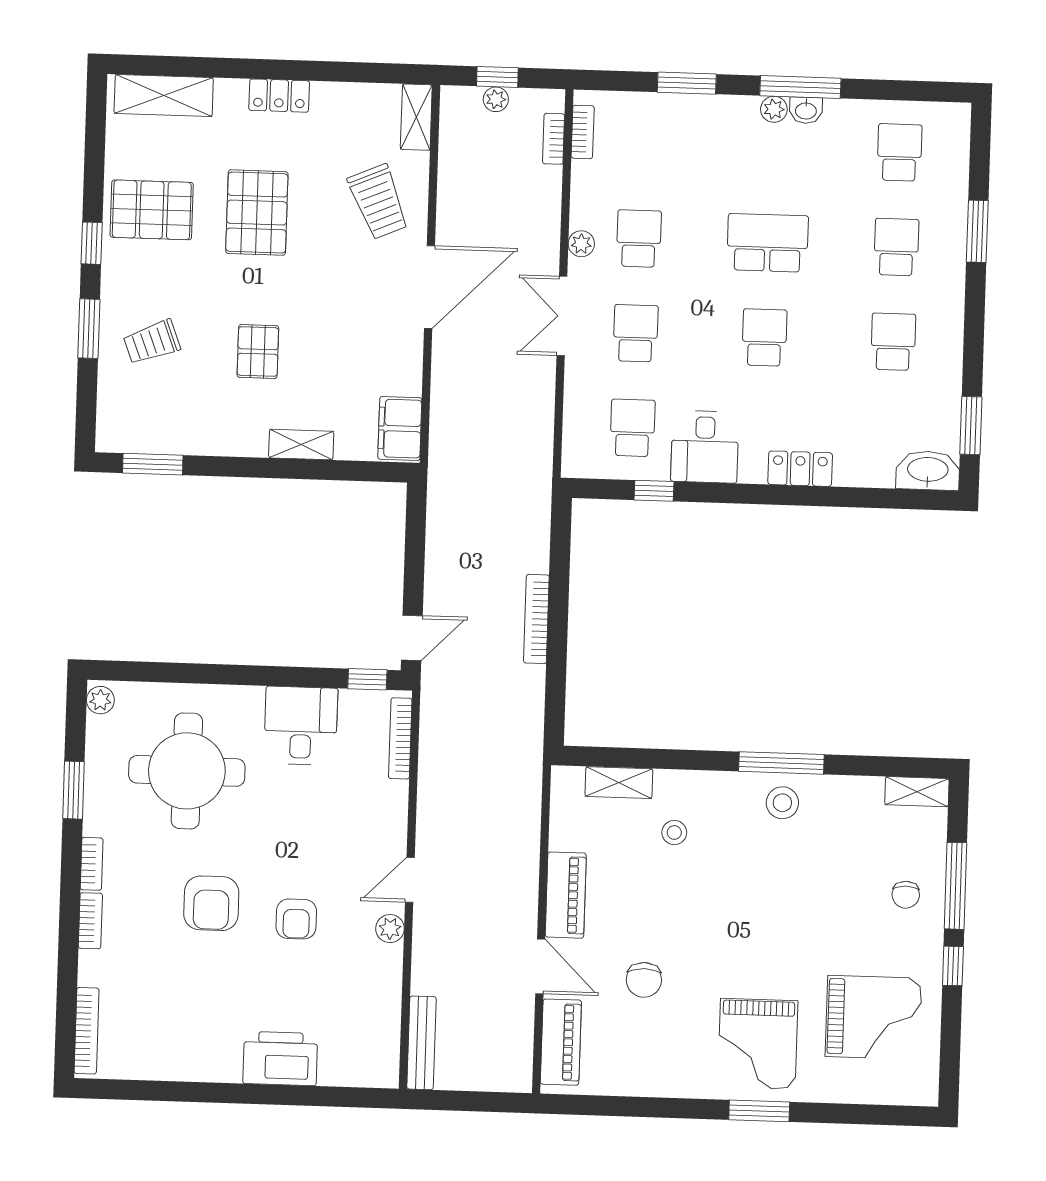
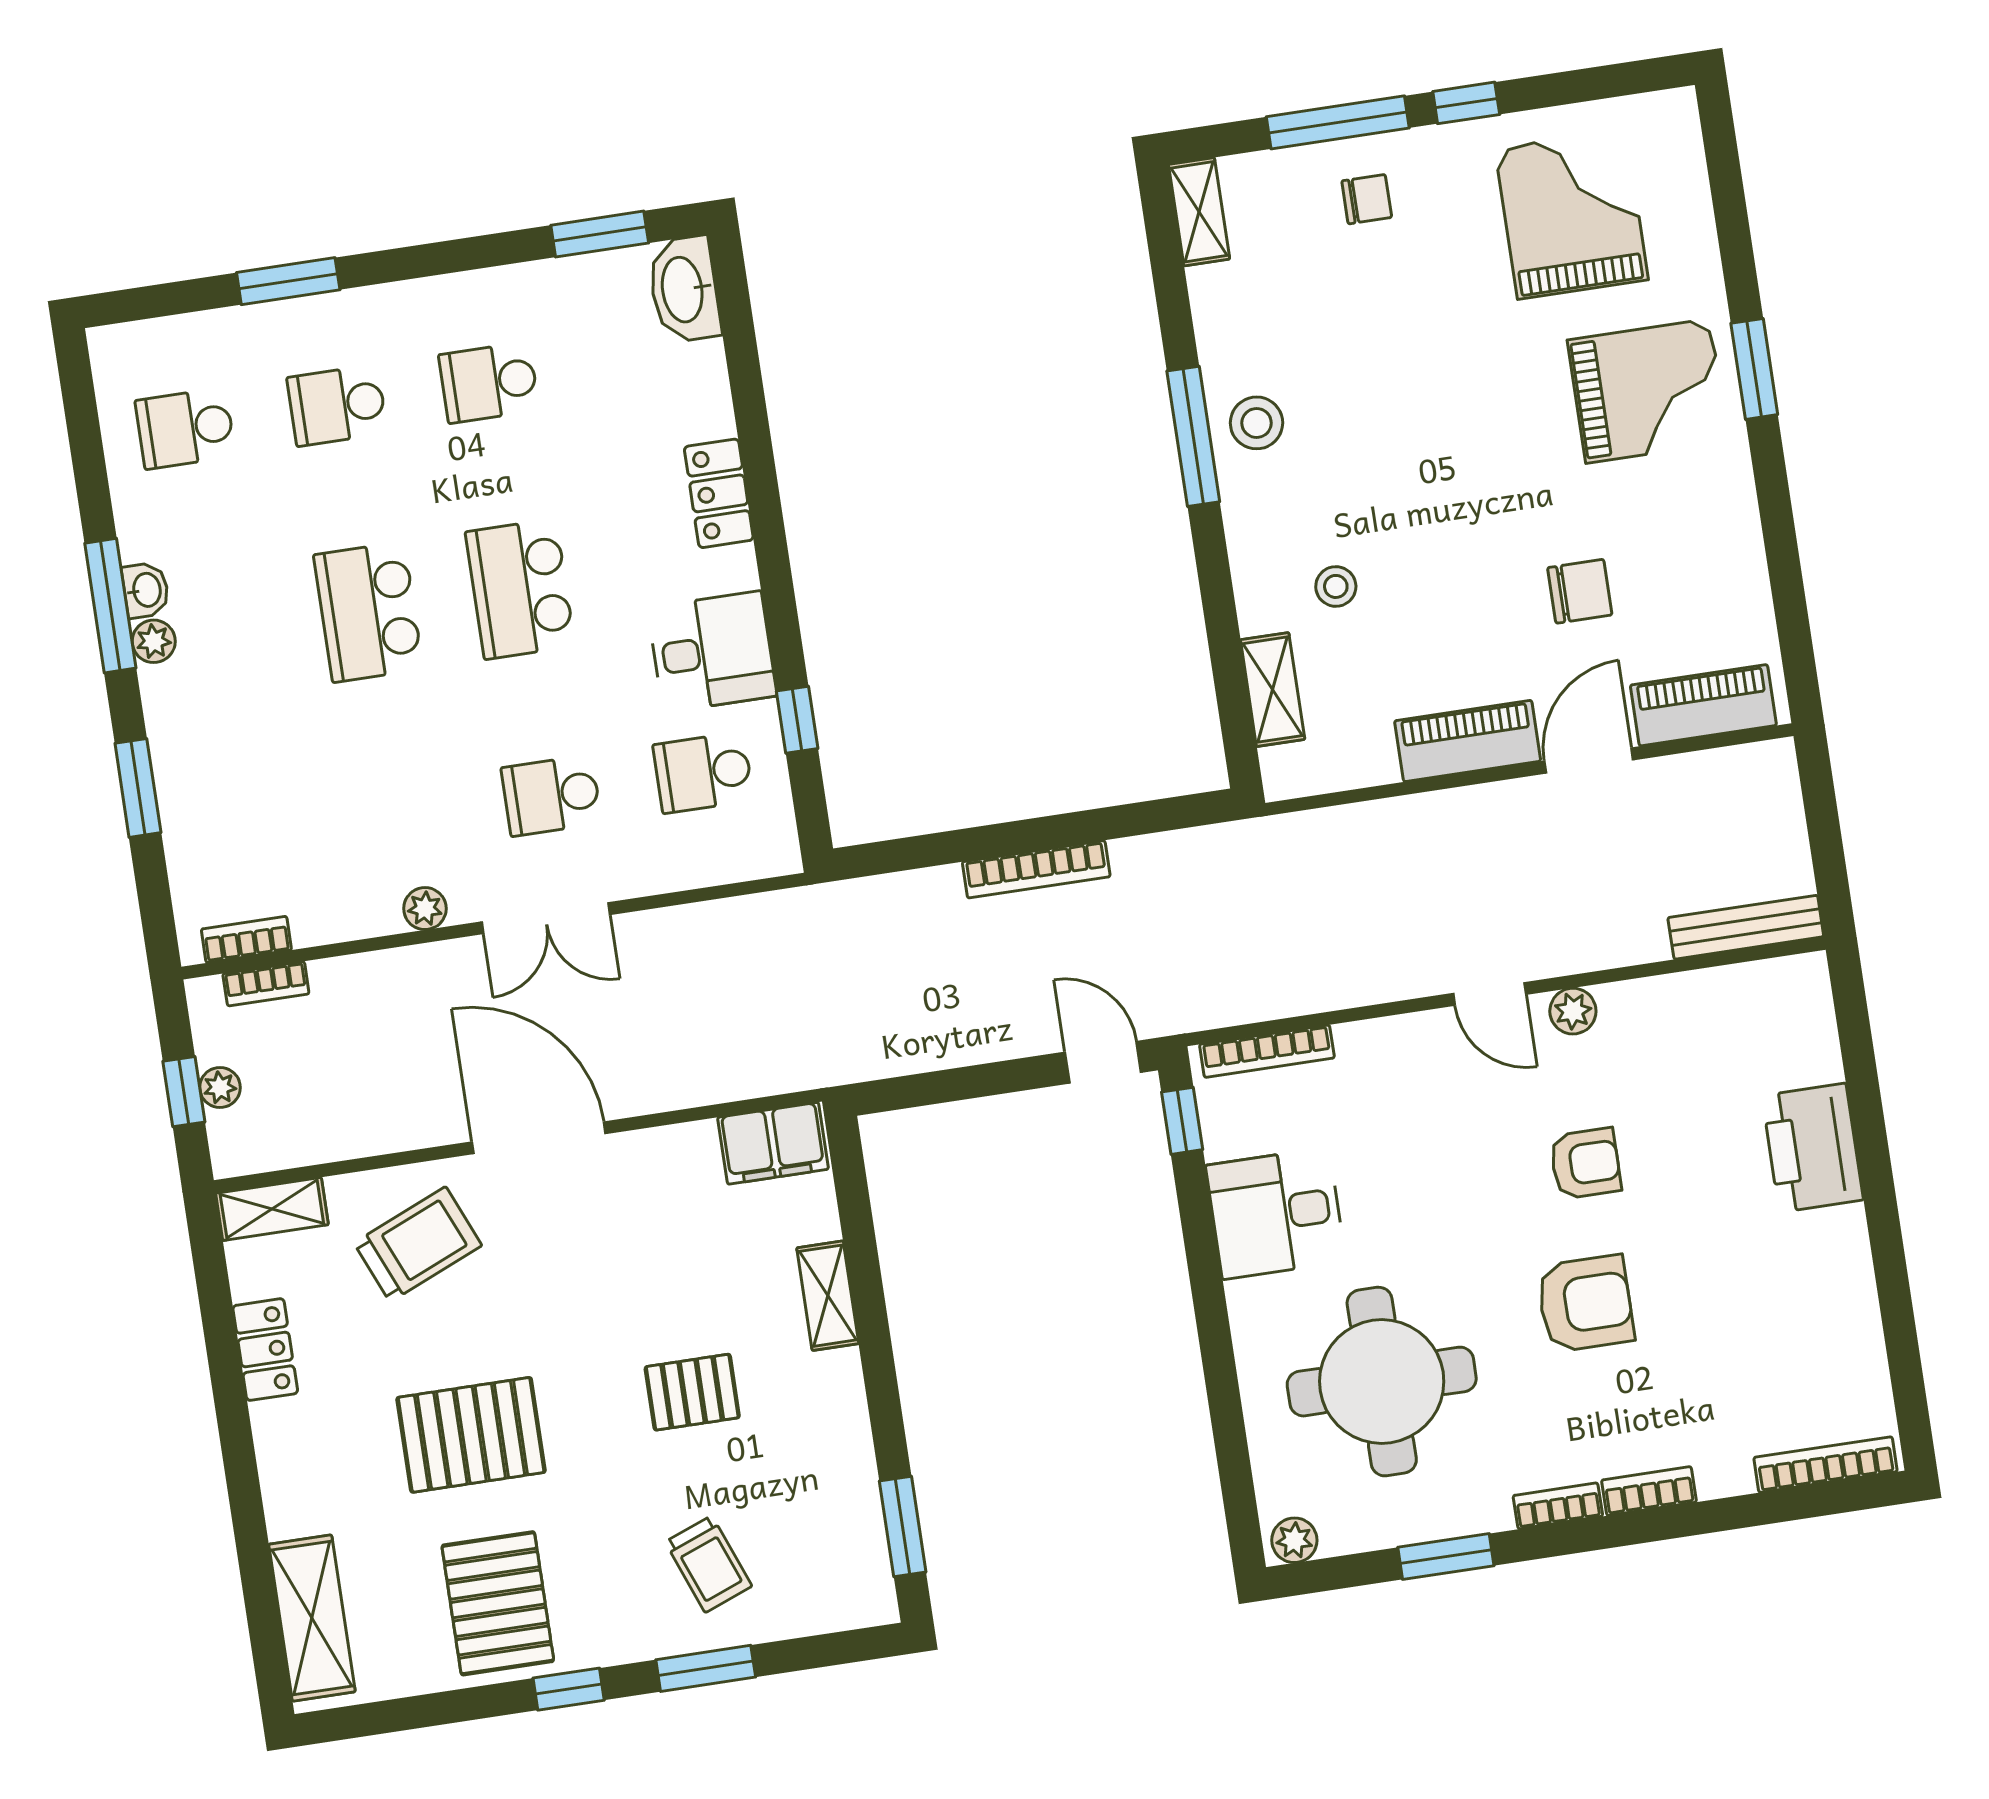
locker: (279, 96) -> (265, 1350), moved
school desk: (639, 239) -> (400, 818), removed
school desk: (764, 337) -> (520, 589), width x1.85

